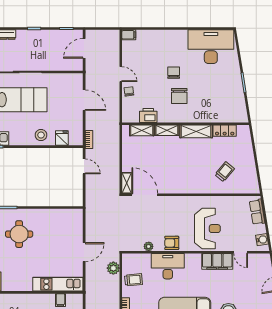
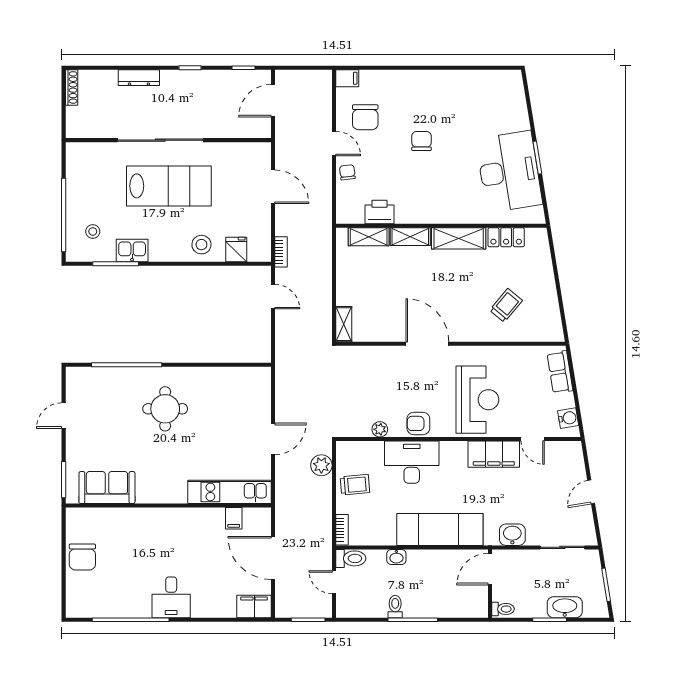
desk: (211, 47) -> (509, 172), moved, turned 81
chair: (179, 96) -> (365, 117), moved
door: (145, 195) -> (427, 344), moved

